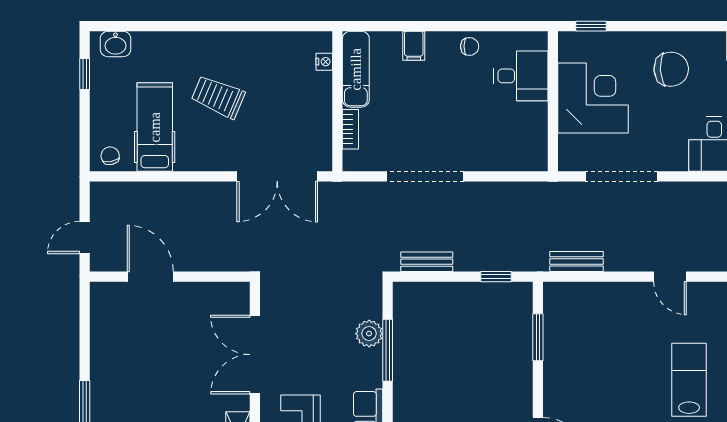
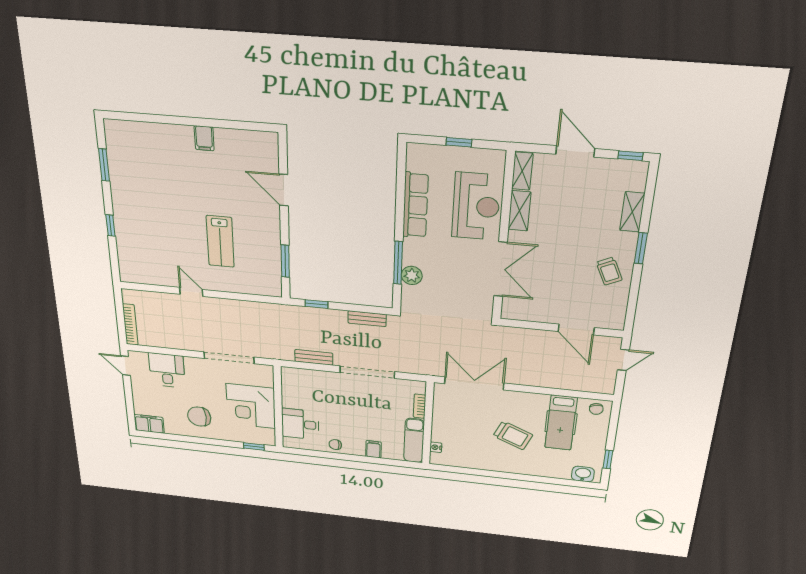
bench: (576, 261) -> (314, 357), moved
trolley: (119, 366) -> (609, 271), added
lab bench: (689, 380) -> (220, 241), moved

